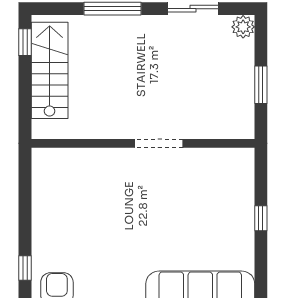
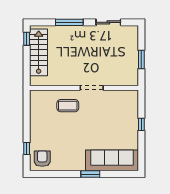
plant: (243, 27) -> (133, 31), removed
coffee table: (110, 180) -> (68, 106), added

